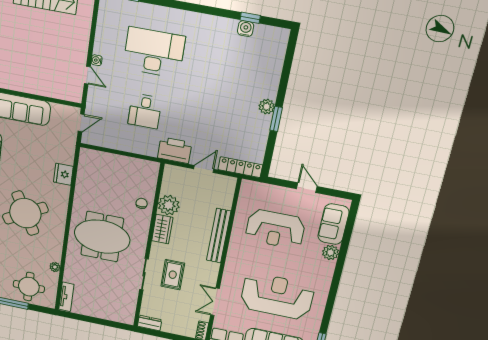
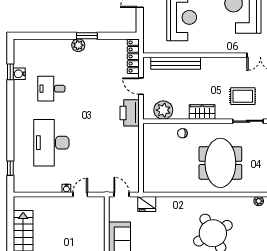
desk: (145, 111) -> (51, 89), moved, turned 180
fridge: (63, 174) -> (147, 204), moved
plant: (169, 205) -> (163, 110), moved
bench: (219, 236) -> (176, 63), moved

